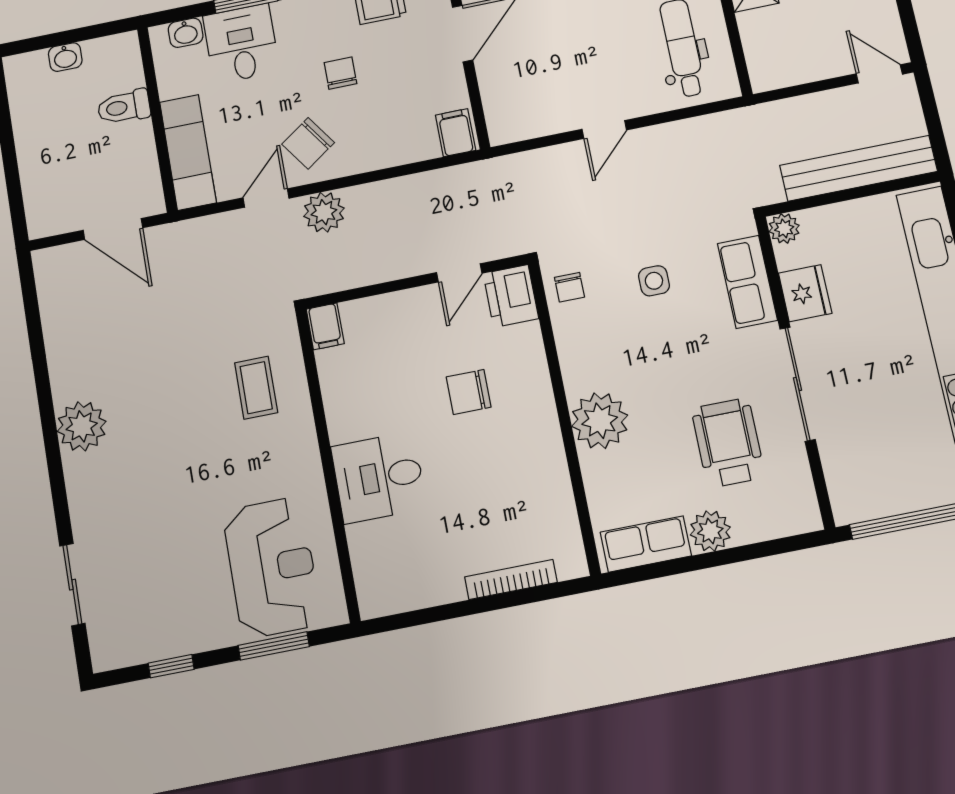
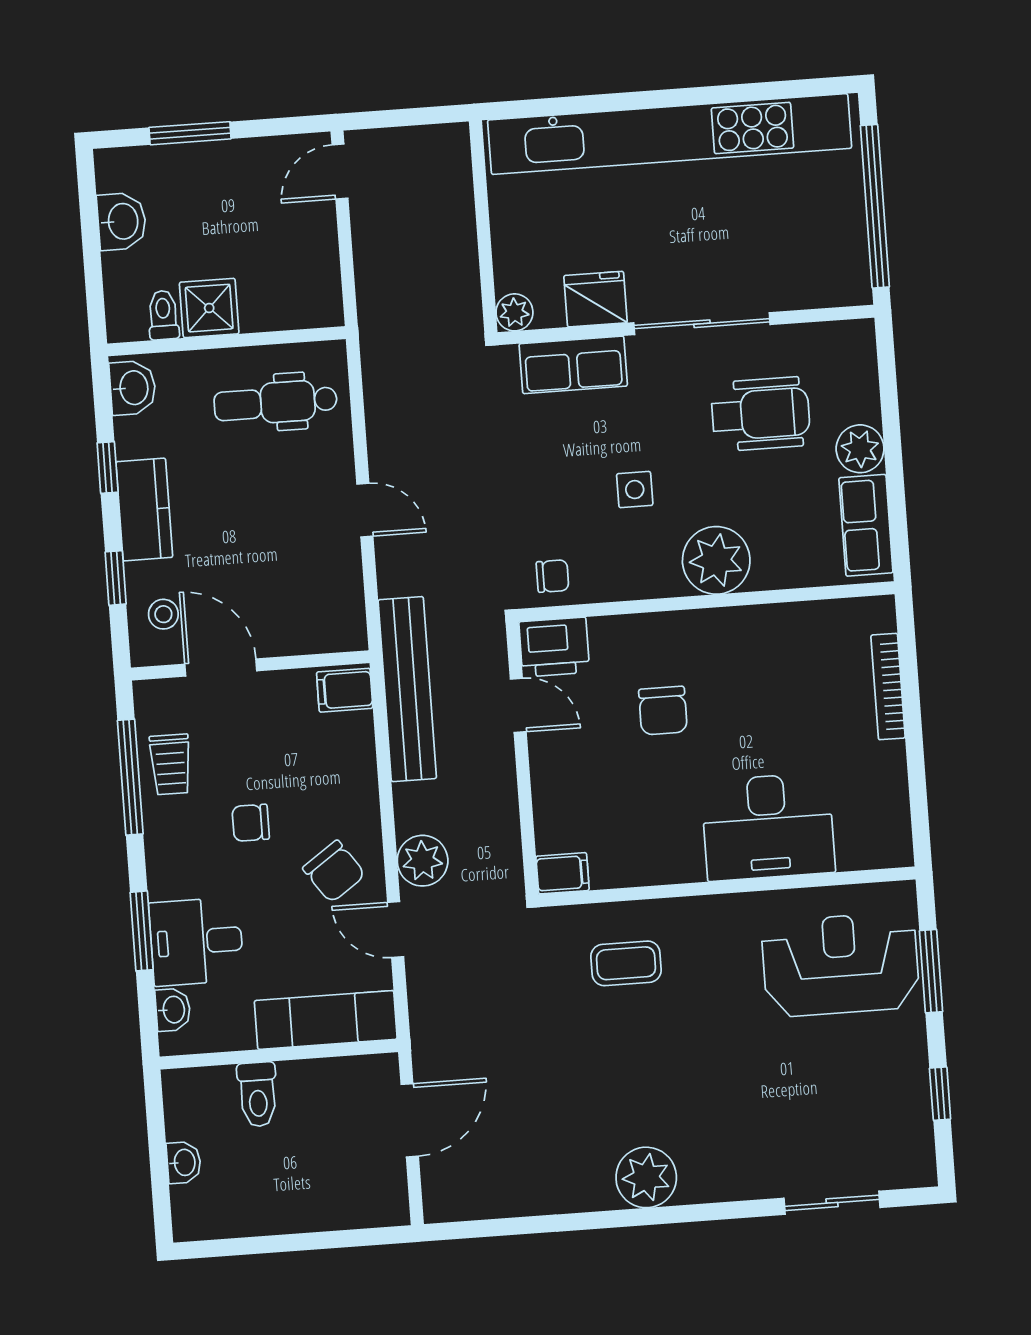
bench: (858, 168) -> (407, 689), moved
side table: (654, 281) -> (635, 490), moved
wheelchair: (728, 443) -> (761, 414), turned 180
desk: (379, 477) -> (768, 827), width x1.37

